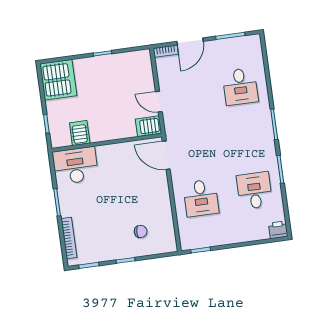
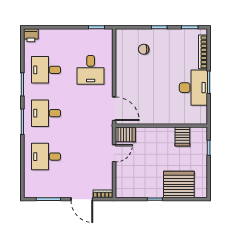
door: (190, 41) -> (82, 199), swing flipped
server rack: (58, 80) -> (179, 184), moved, turned 90
desk: (240, 87) -> (46, 157), turned -90
door: (159, 102) -> (114, 153), hinge flipped
desk: (247, 139) -> (46, 113), added
desk: (75, 166) -> (193, 88), moved, turned -90
desk: (254, 191) -> (46, 70), turned 90
desk: (201, 198) -> (91, 70), turned 180

